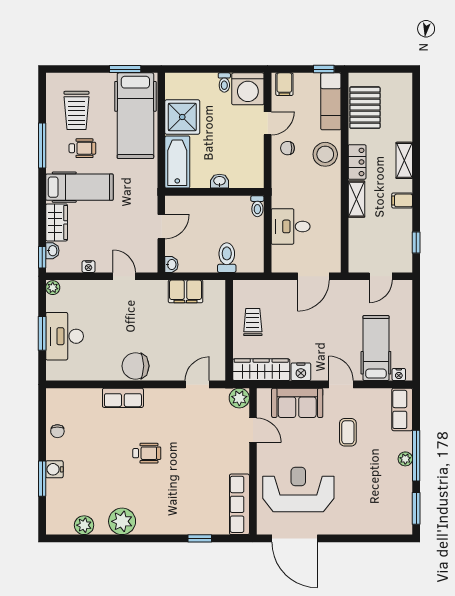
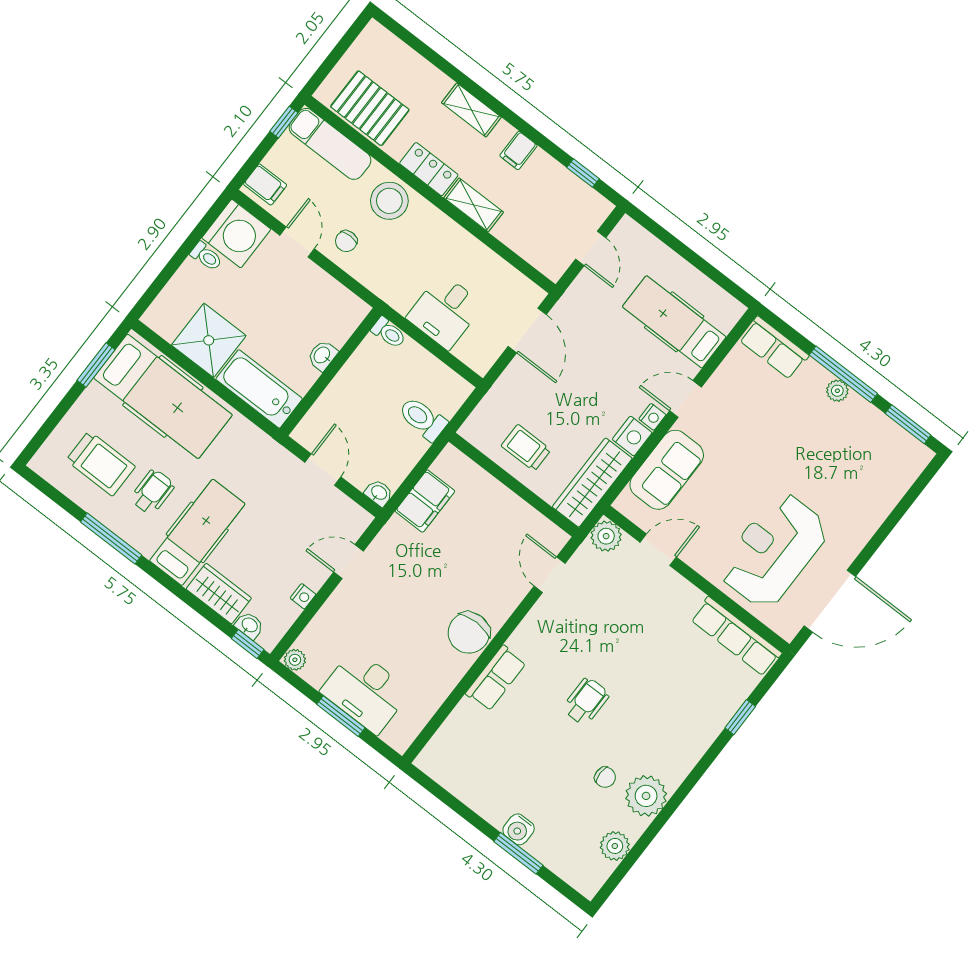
nightstand: (399, 374) -> (652, 417), moved
chair: (57, 431) -> (605, 777), moved
coffee table: (348, 432) -> (751, 436), removed

